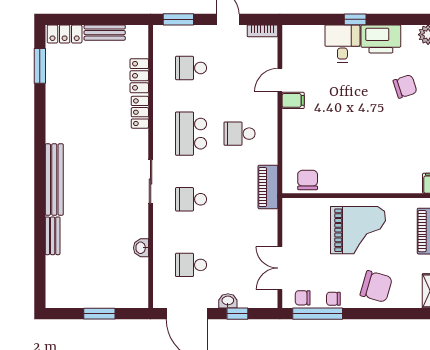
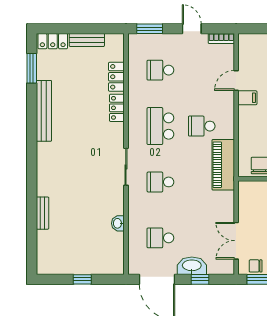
bench: (54, 180) -> (44, 111), moved
piano: (268, 187) -> (223, 165), width x1.37, depth x1.33
washbasin: (228, 301) -> (192, 266), width x1.91, depth x1.45
window: (99, 314) -> (82, 279), width x0.67

